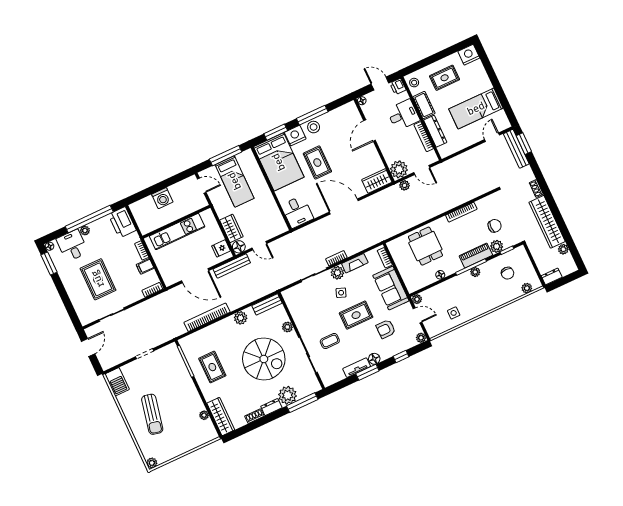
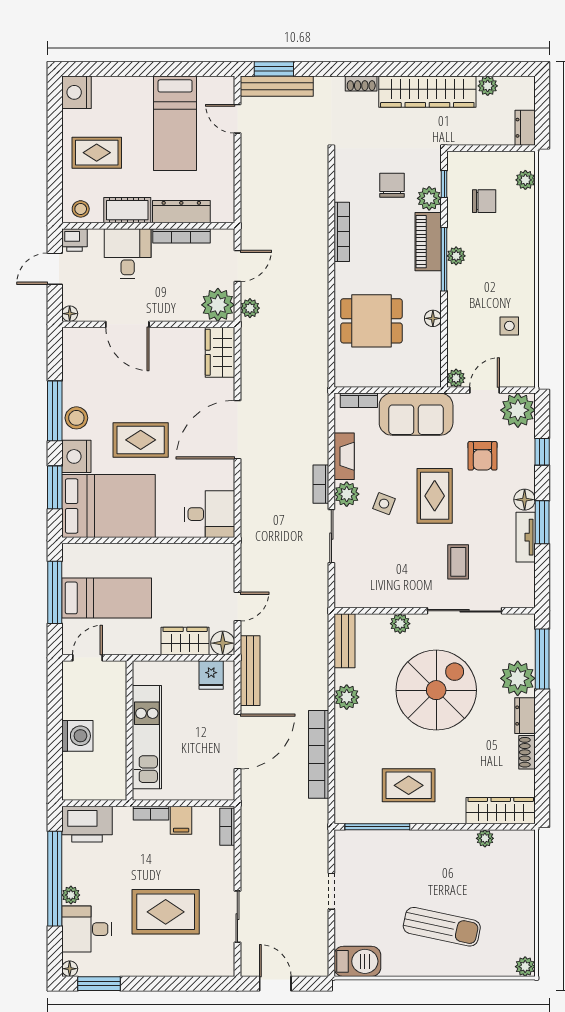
rug: (445, 78) -> (97, 153), turned 90
plant: (421, 338) -> (518, 410), width x1.88, depth x1.88

